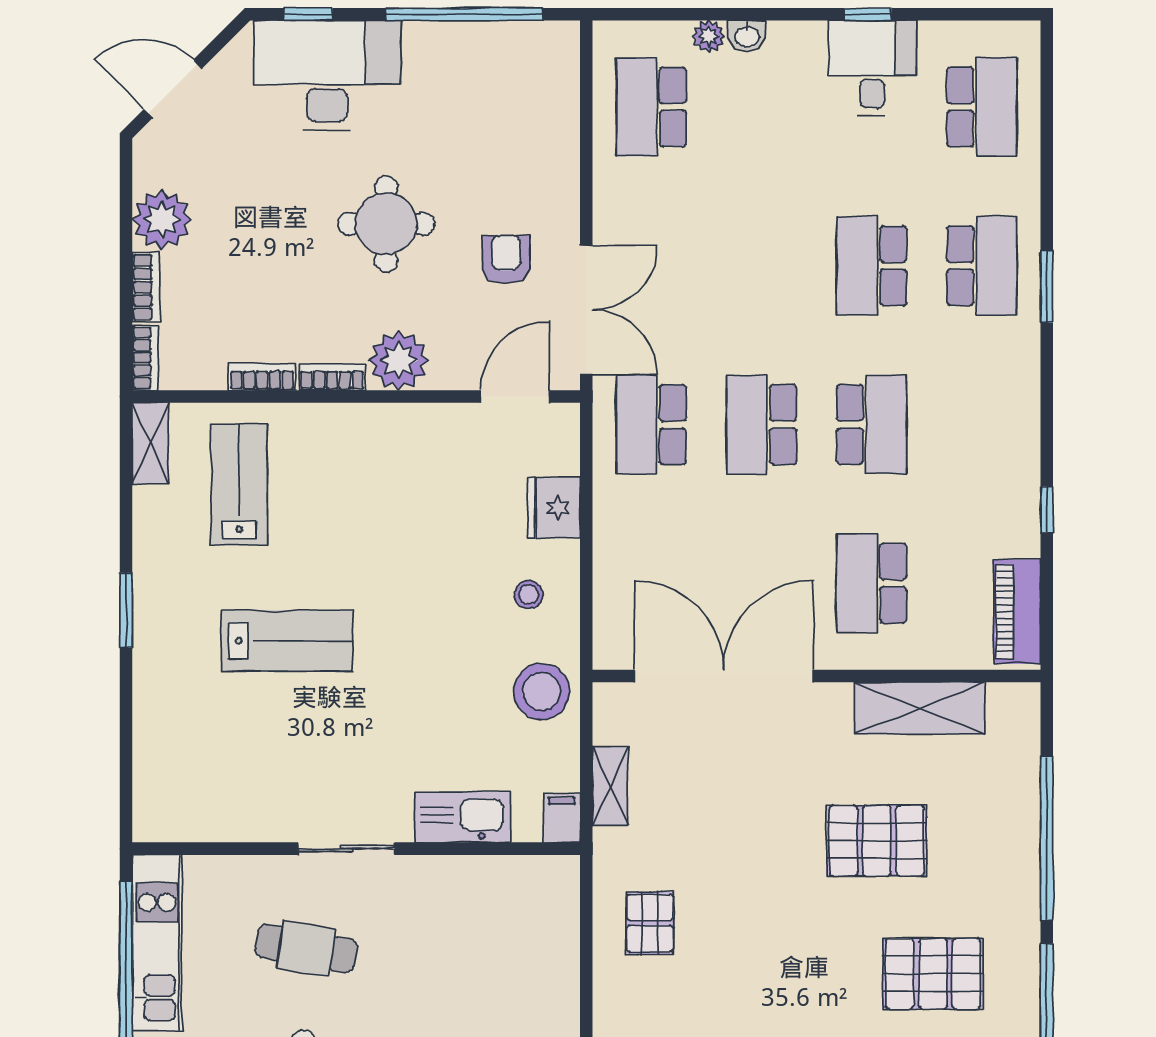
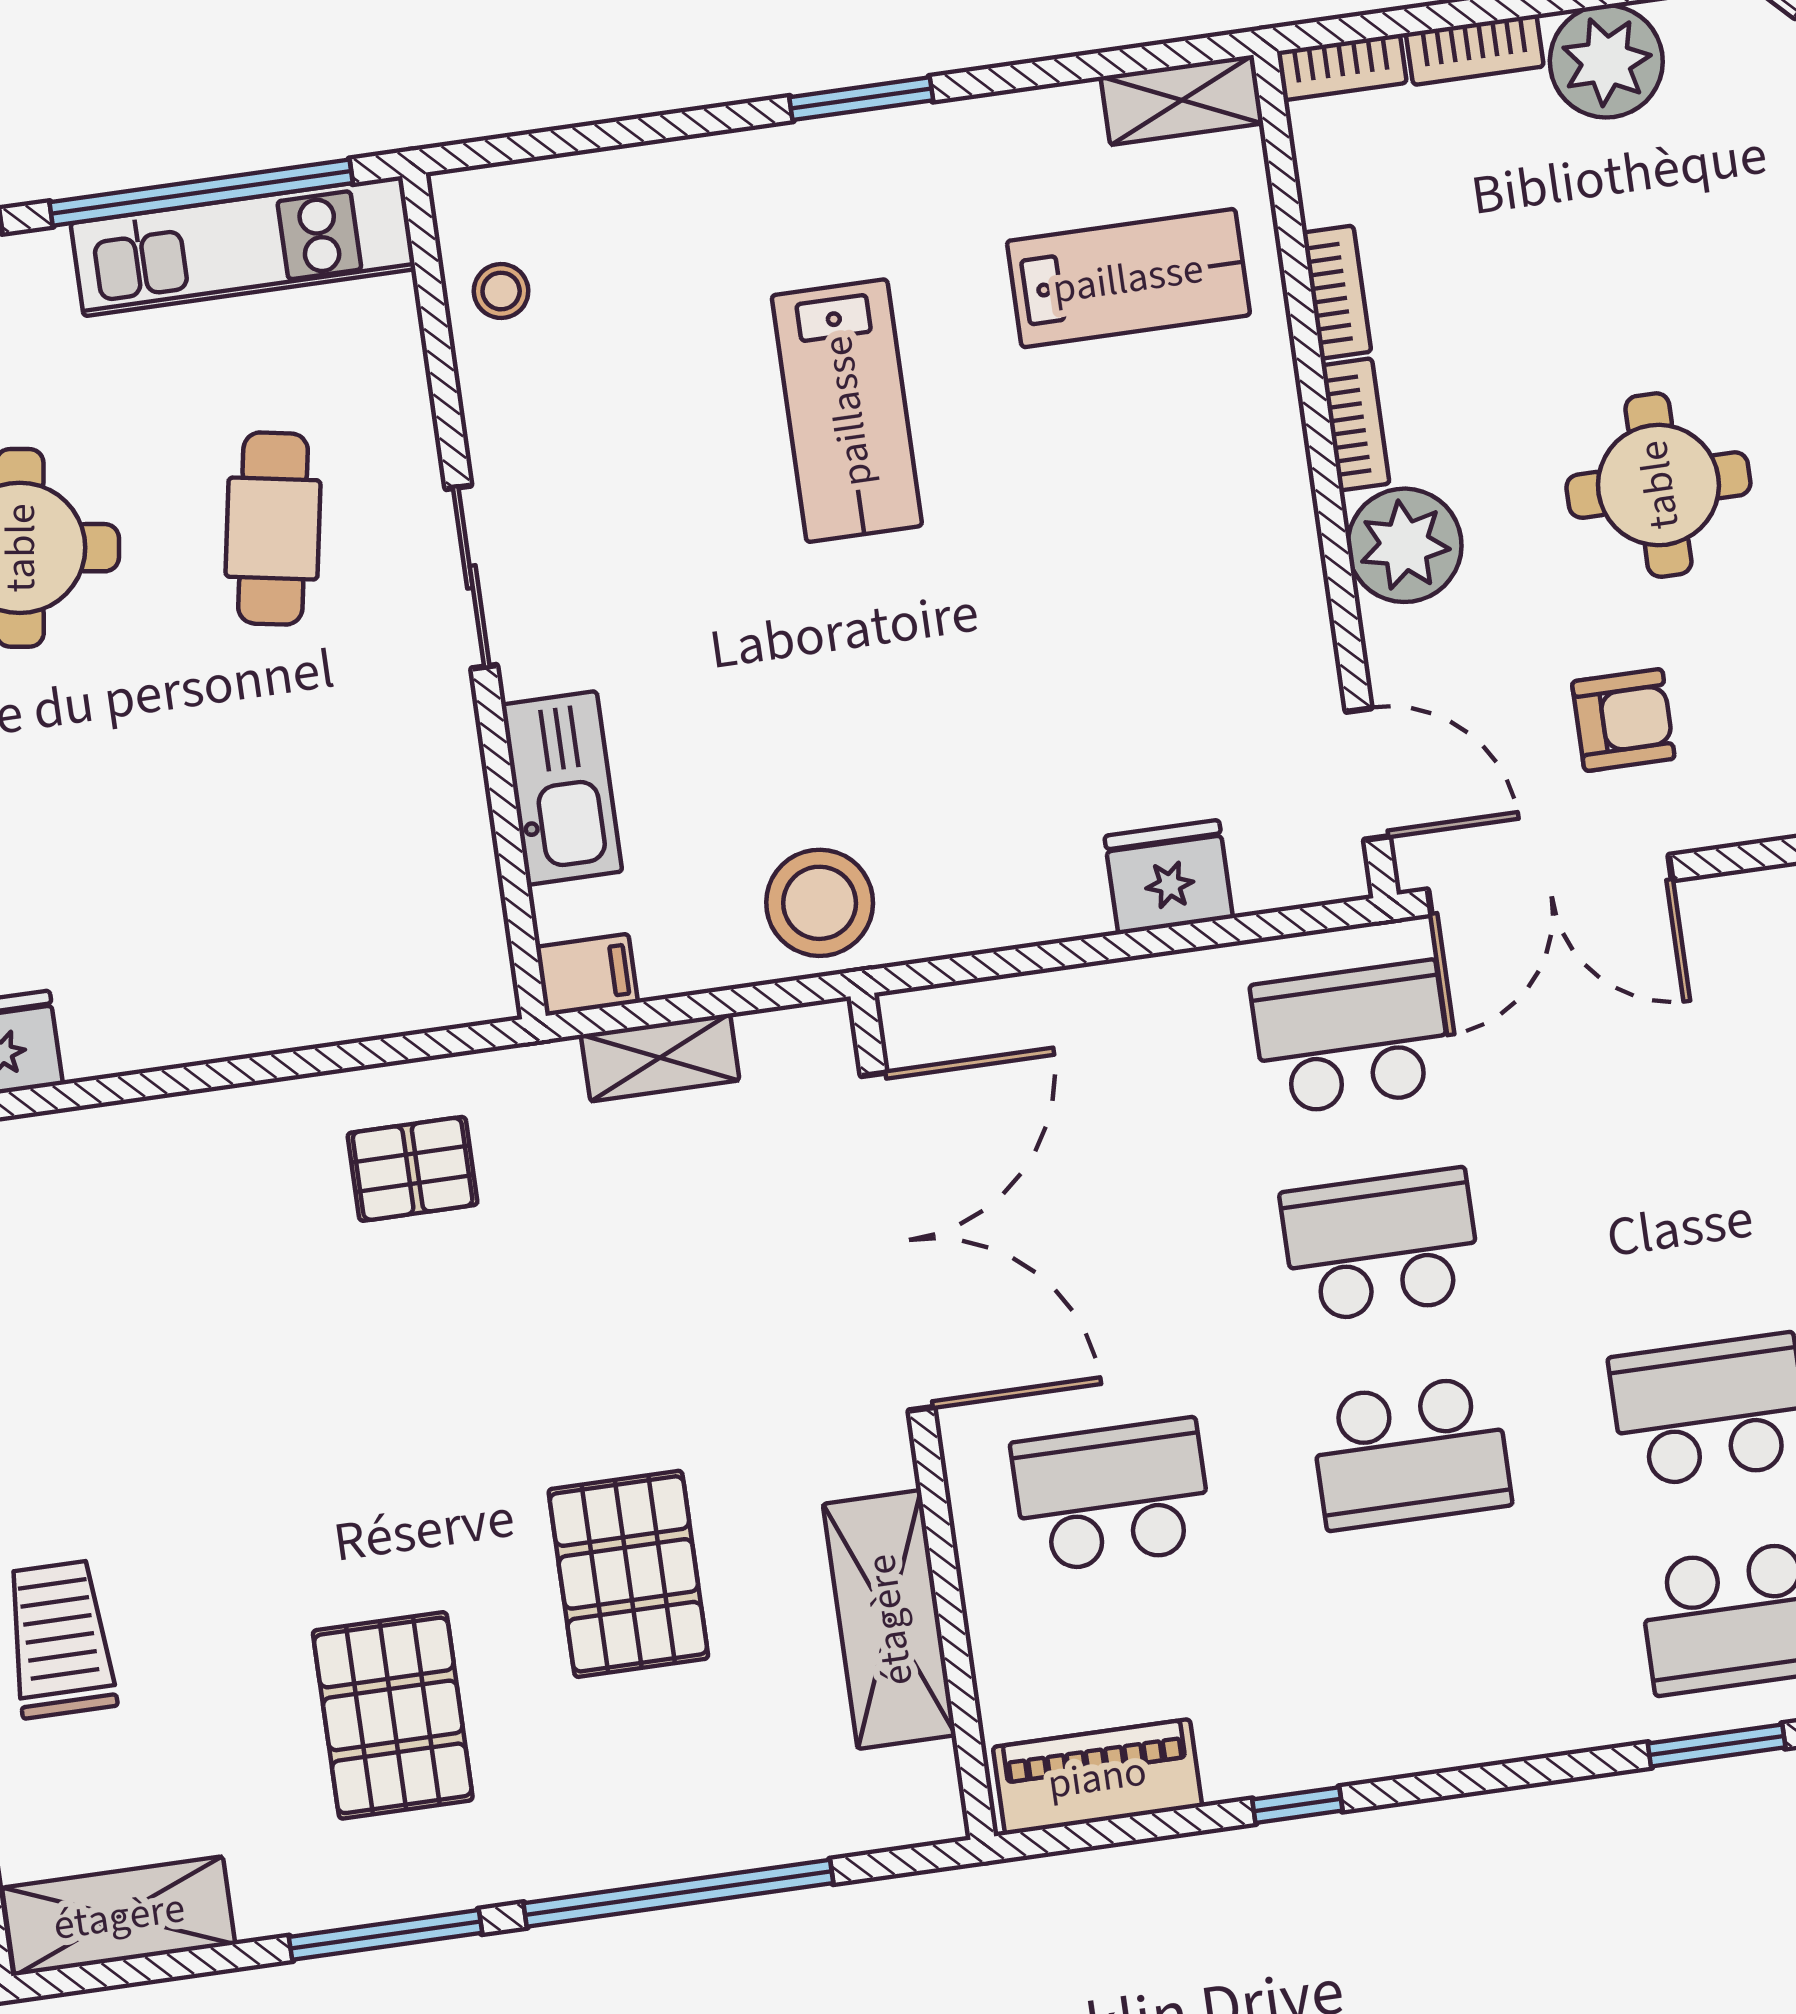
stool: (529, 595) -> (501, 291), moved

